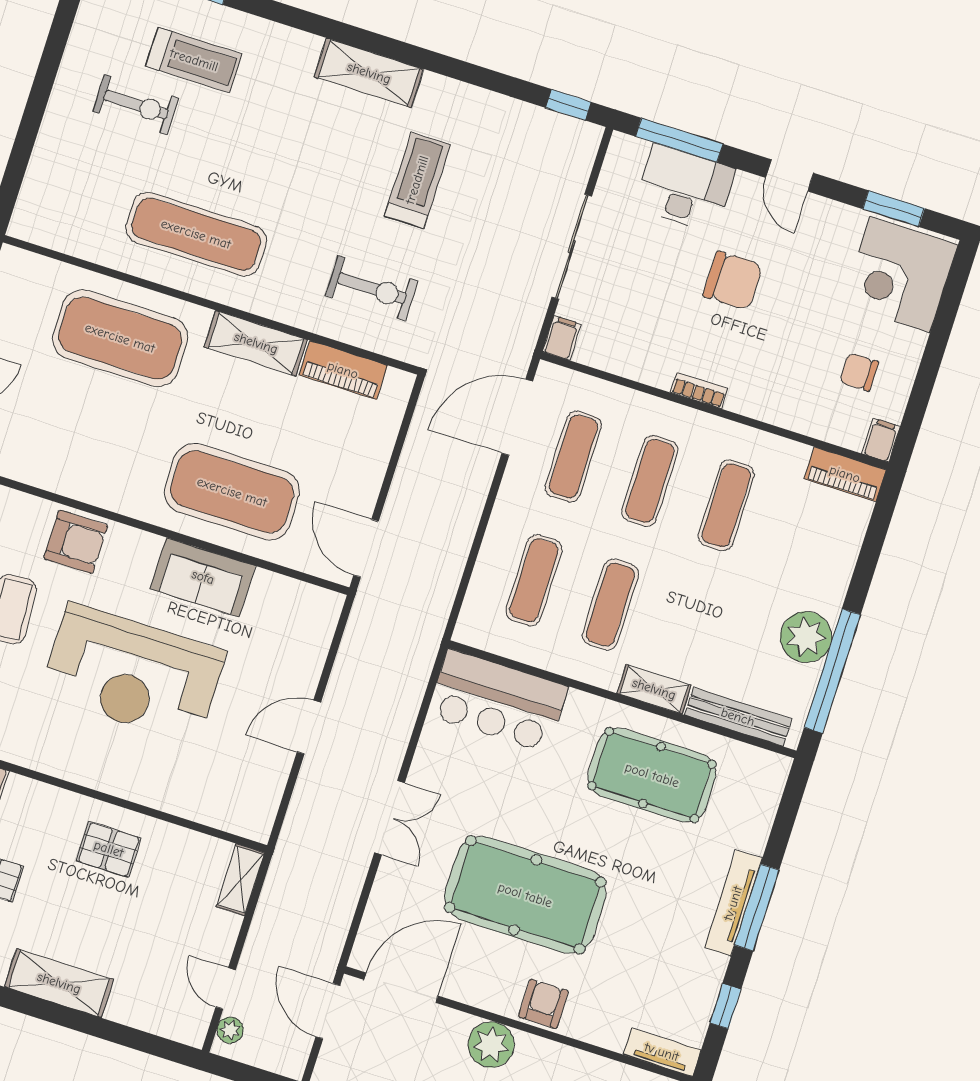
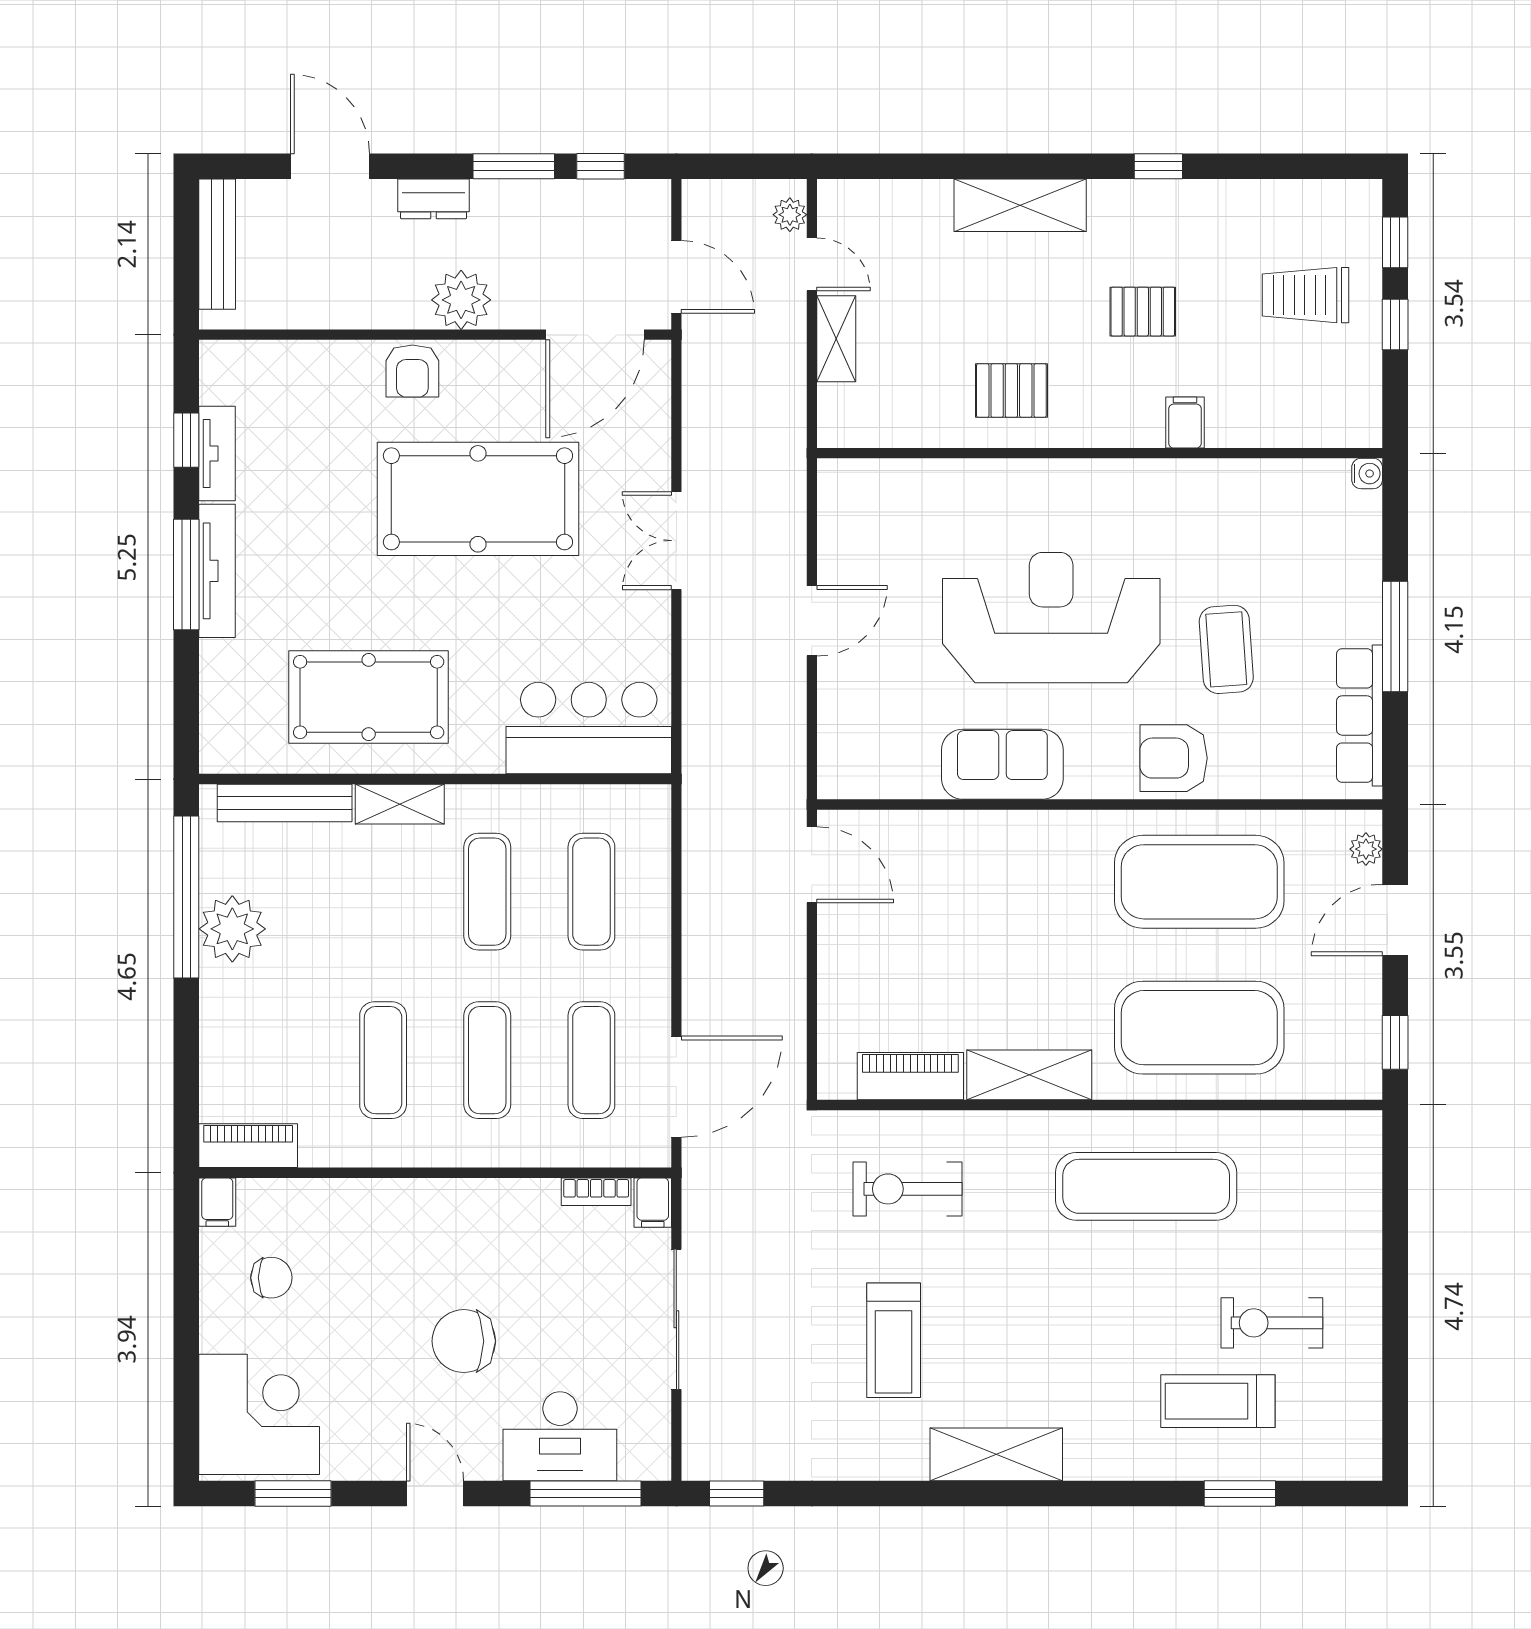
bookcase: (699, 390) -> (596, 1192), moved
exercise mat: (232, 492) -> (1199, 882), moved
shelving: (240, 880) -> (836, 339), moved
tv unit: (662, 1052) -> (217, 453), moved, turned -90

